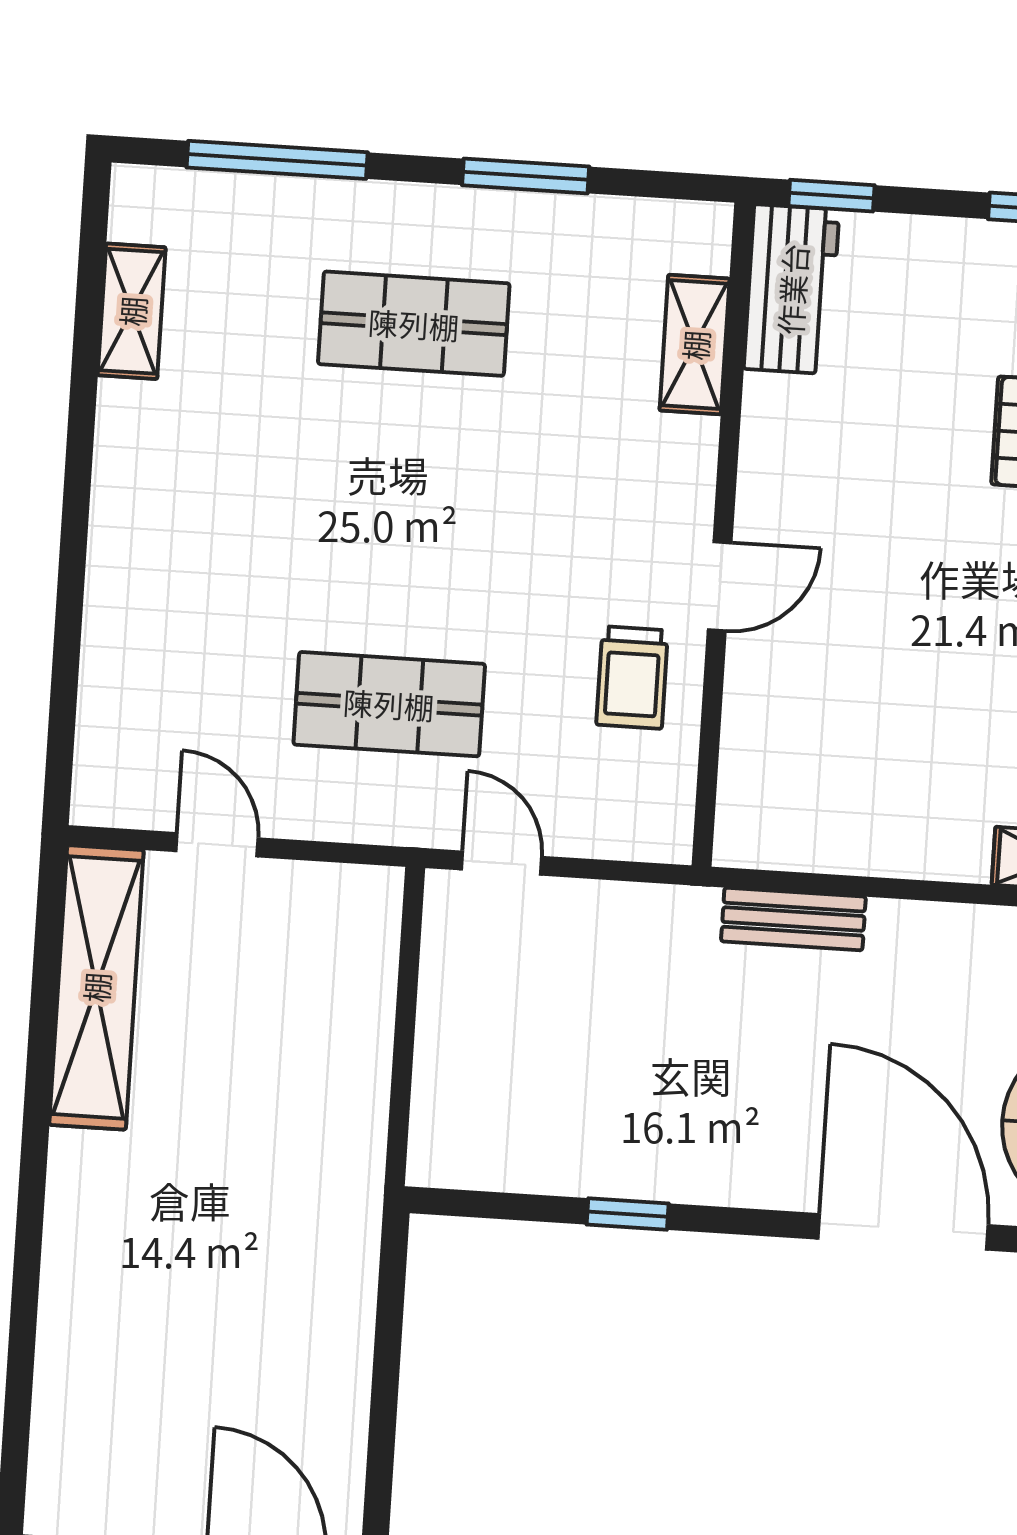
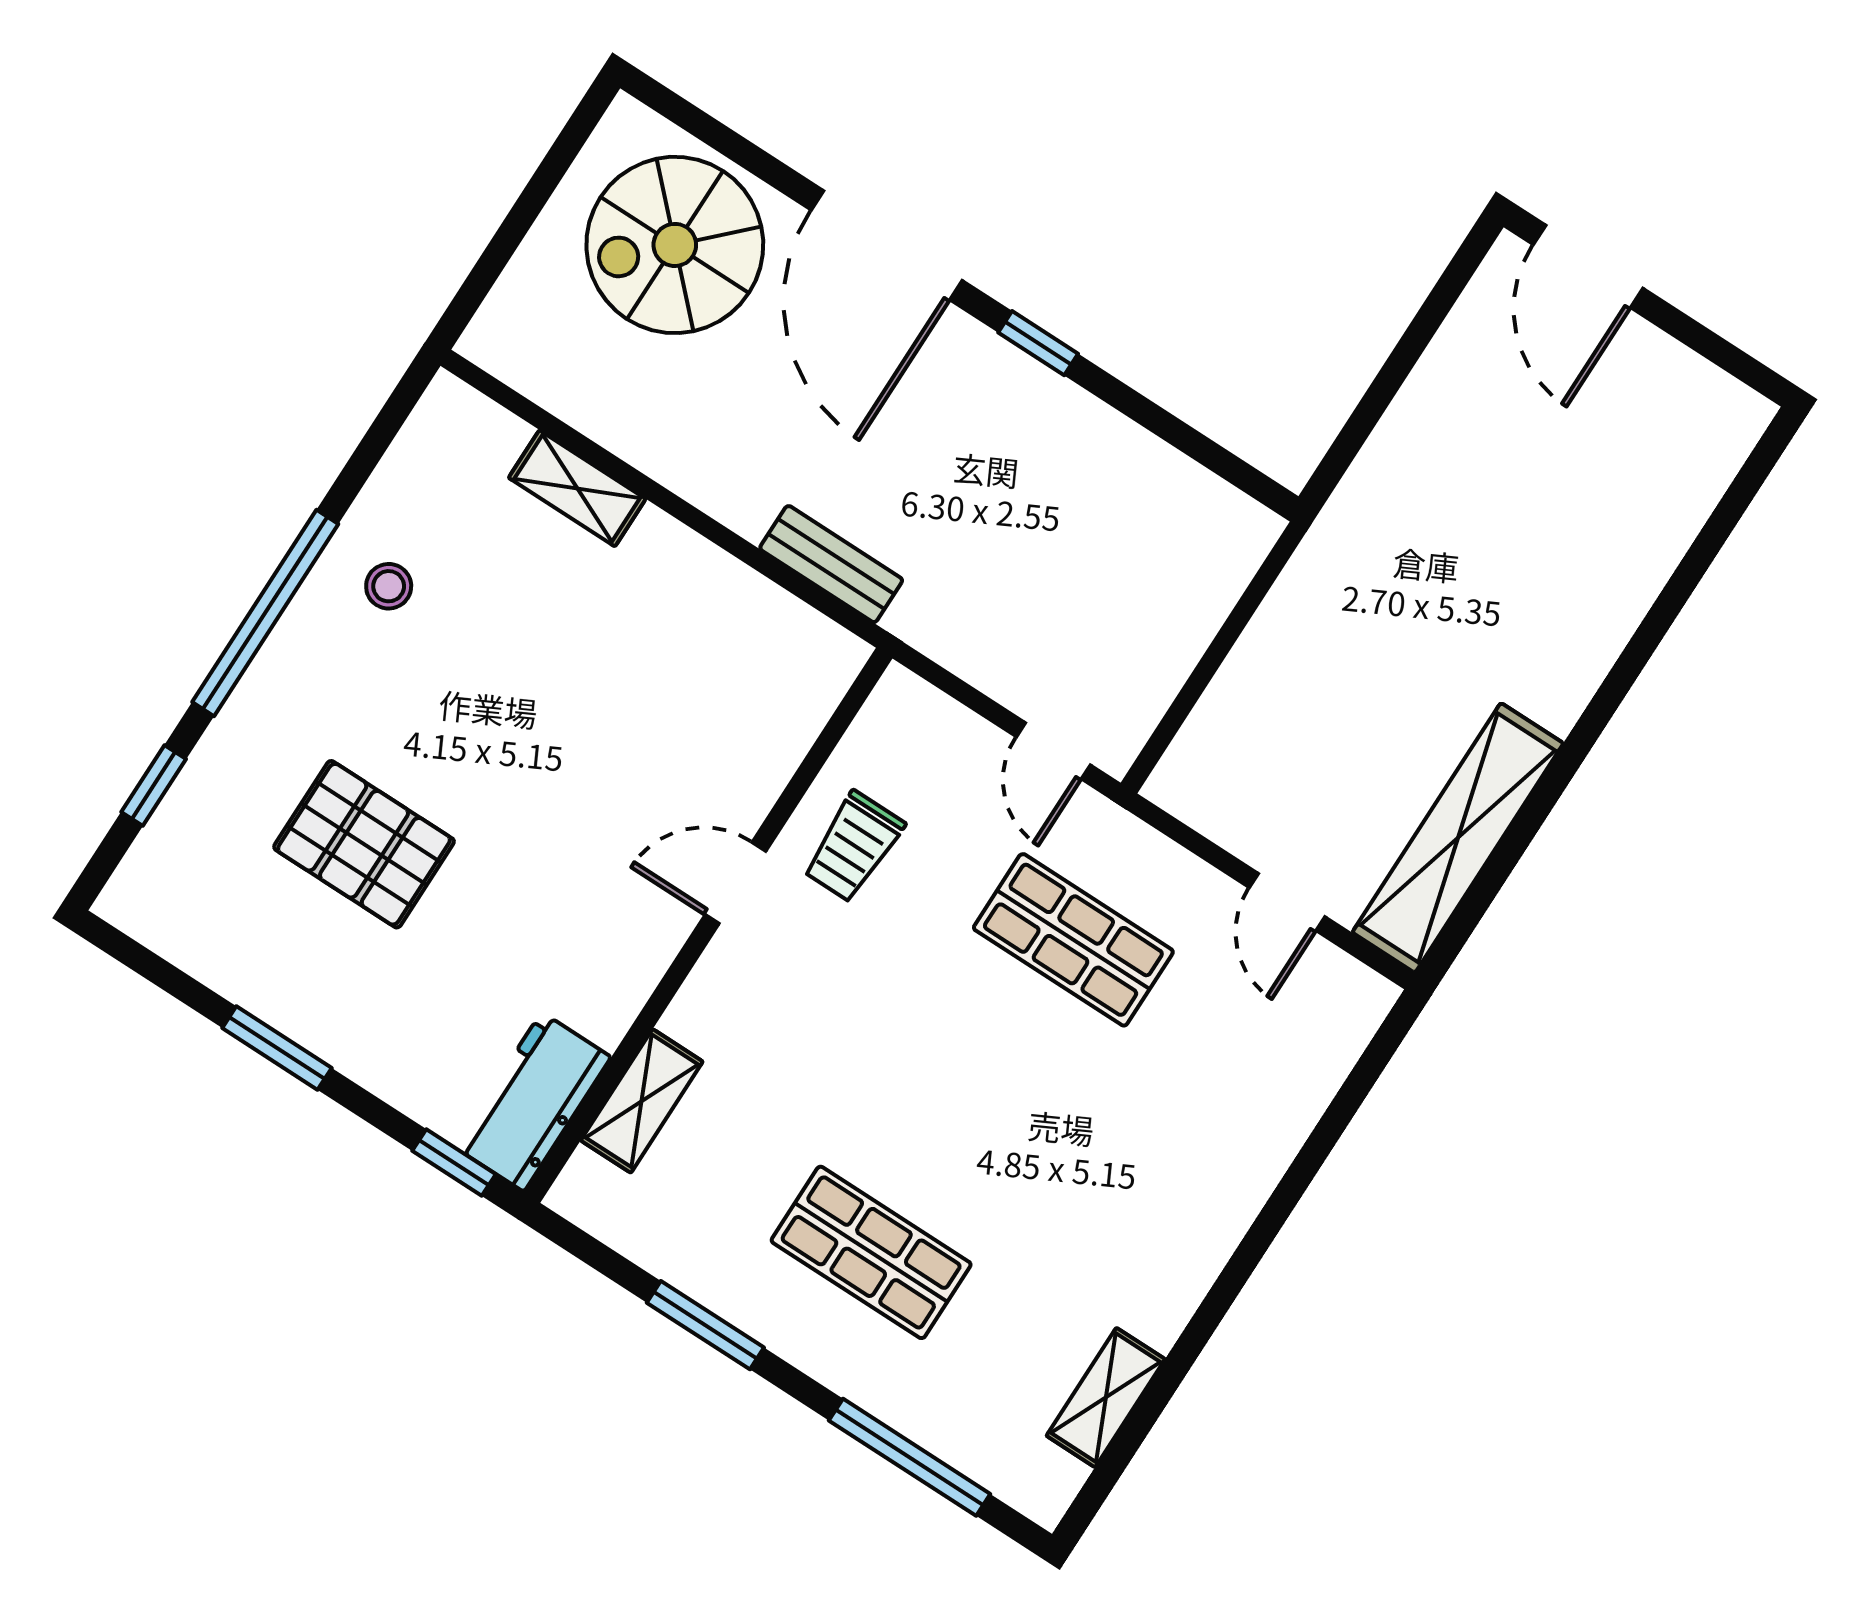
trolley: (632, 678) -> (854, 847), turned 180
window: (628, 1214) -> (1038, 343), moved

